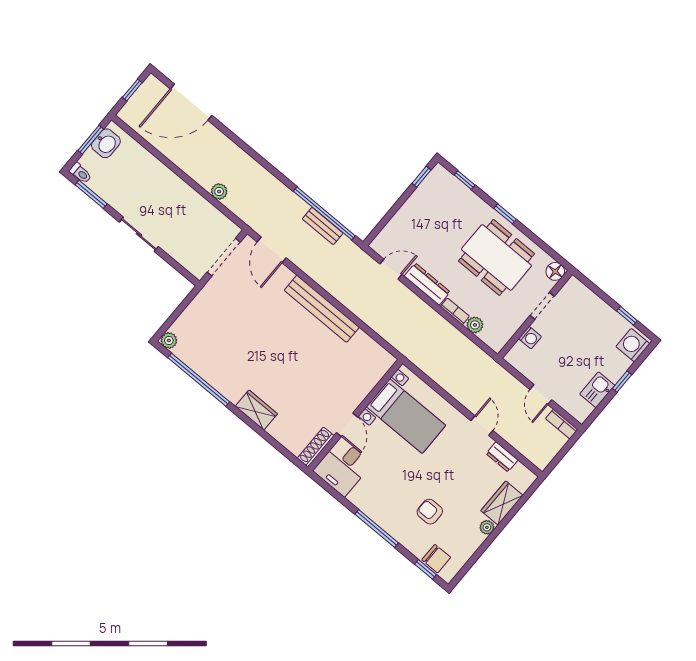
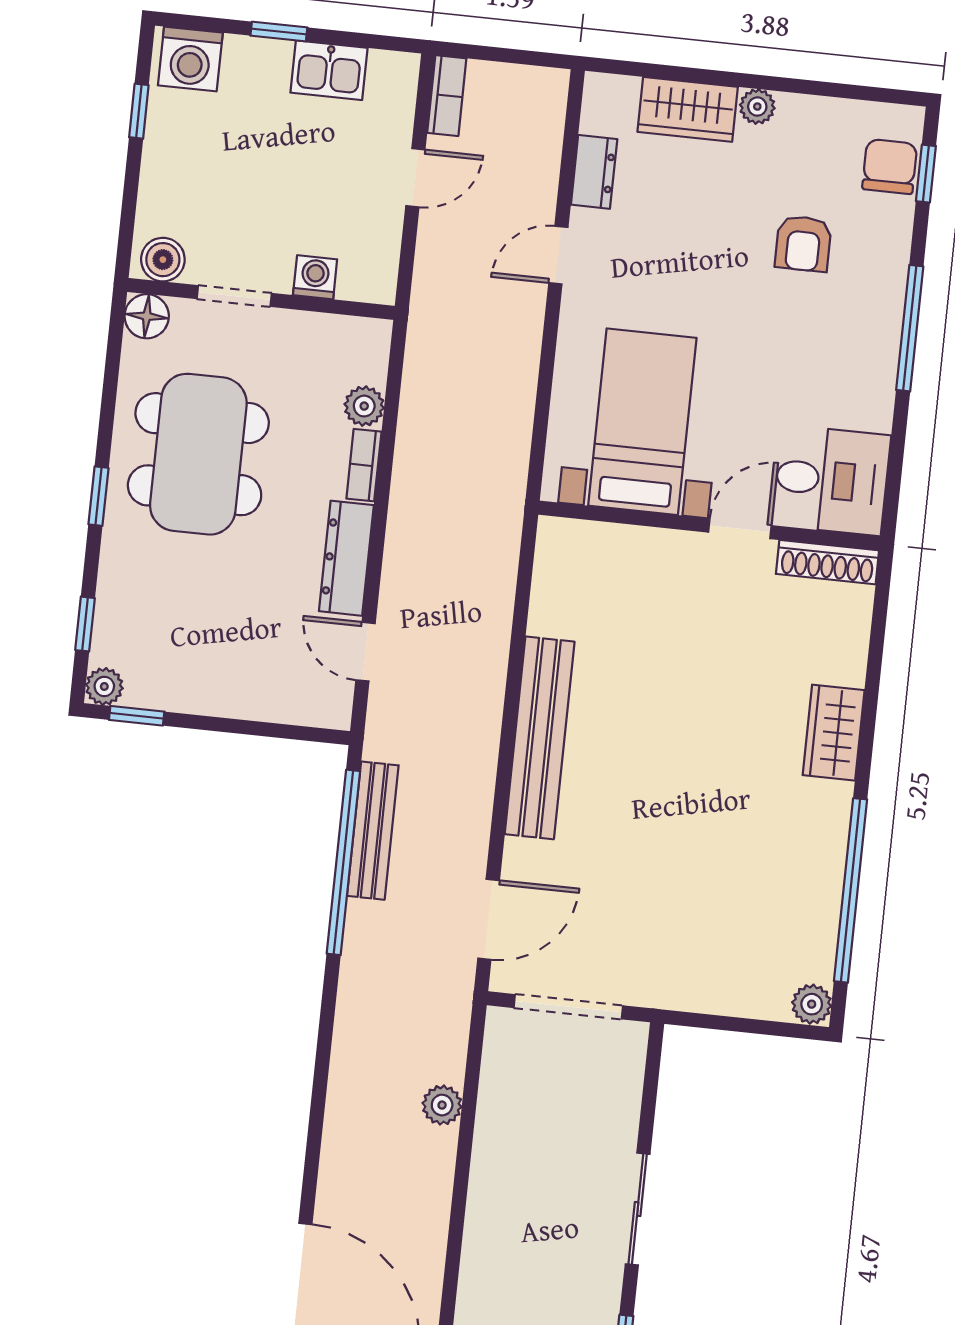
plant: (439, 172) -> (104, 686), added
bench: (323, 226) -> (373, 831), width x1.36
boiler: (571, 290) -> (163, 260), added

